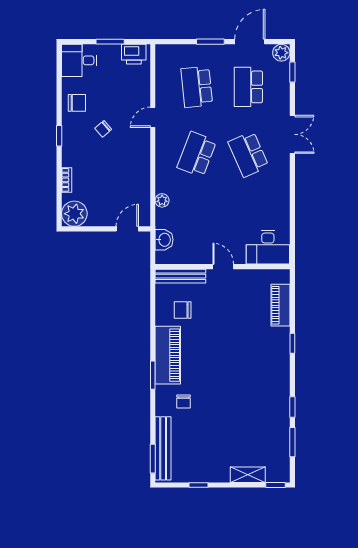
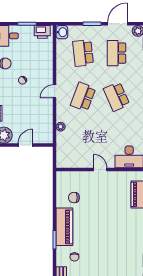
door: (153, 117) -> (55, 91), moved
door: (127, 229) -> (25, 145), moved
washbasin: (164, 240) -> (62, 32), moved
bench: (180, 276) -> (73, 176), removed

